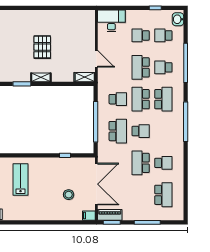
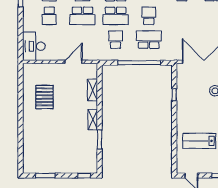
pallet: (42, 47) -> (44, 97), moved, turned 90
shelving: (85, 77) -> (93, 90), moved
school desk: (141, 163) -> (182, 16), removed

